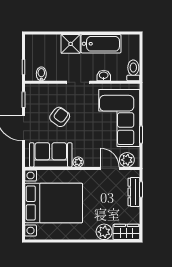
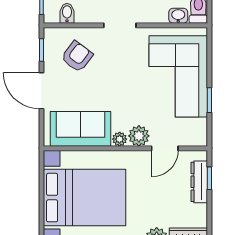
washbasin: (104, 76) -> (178, 16), moved
armchair: (60, 117) -> (77, 57), moved
plant: (127, 160) -> (139, 136), moved
door: (110, 168) -> (165, 148), swing flipped

